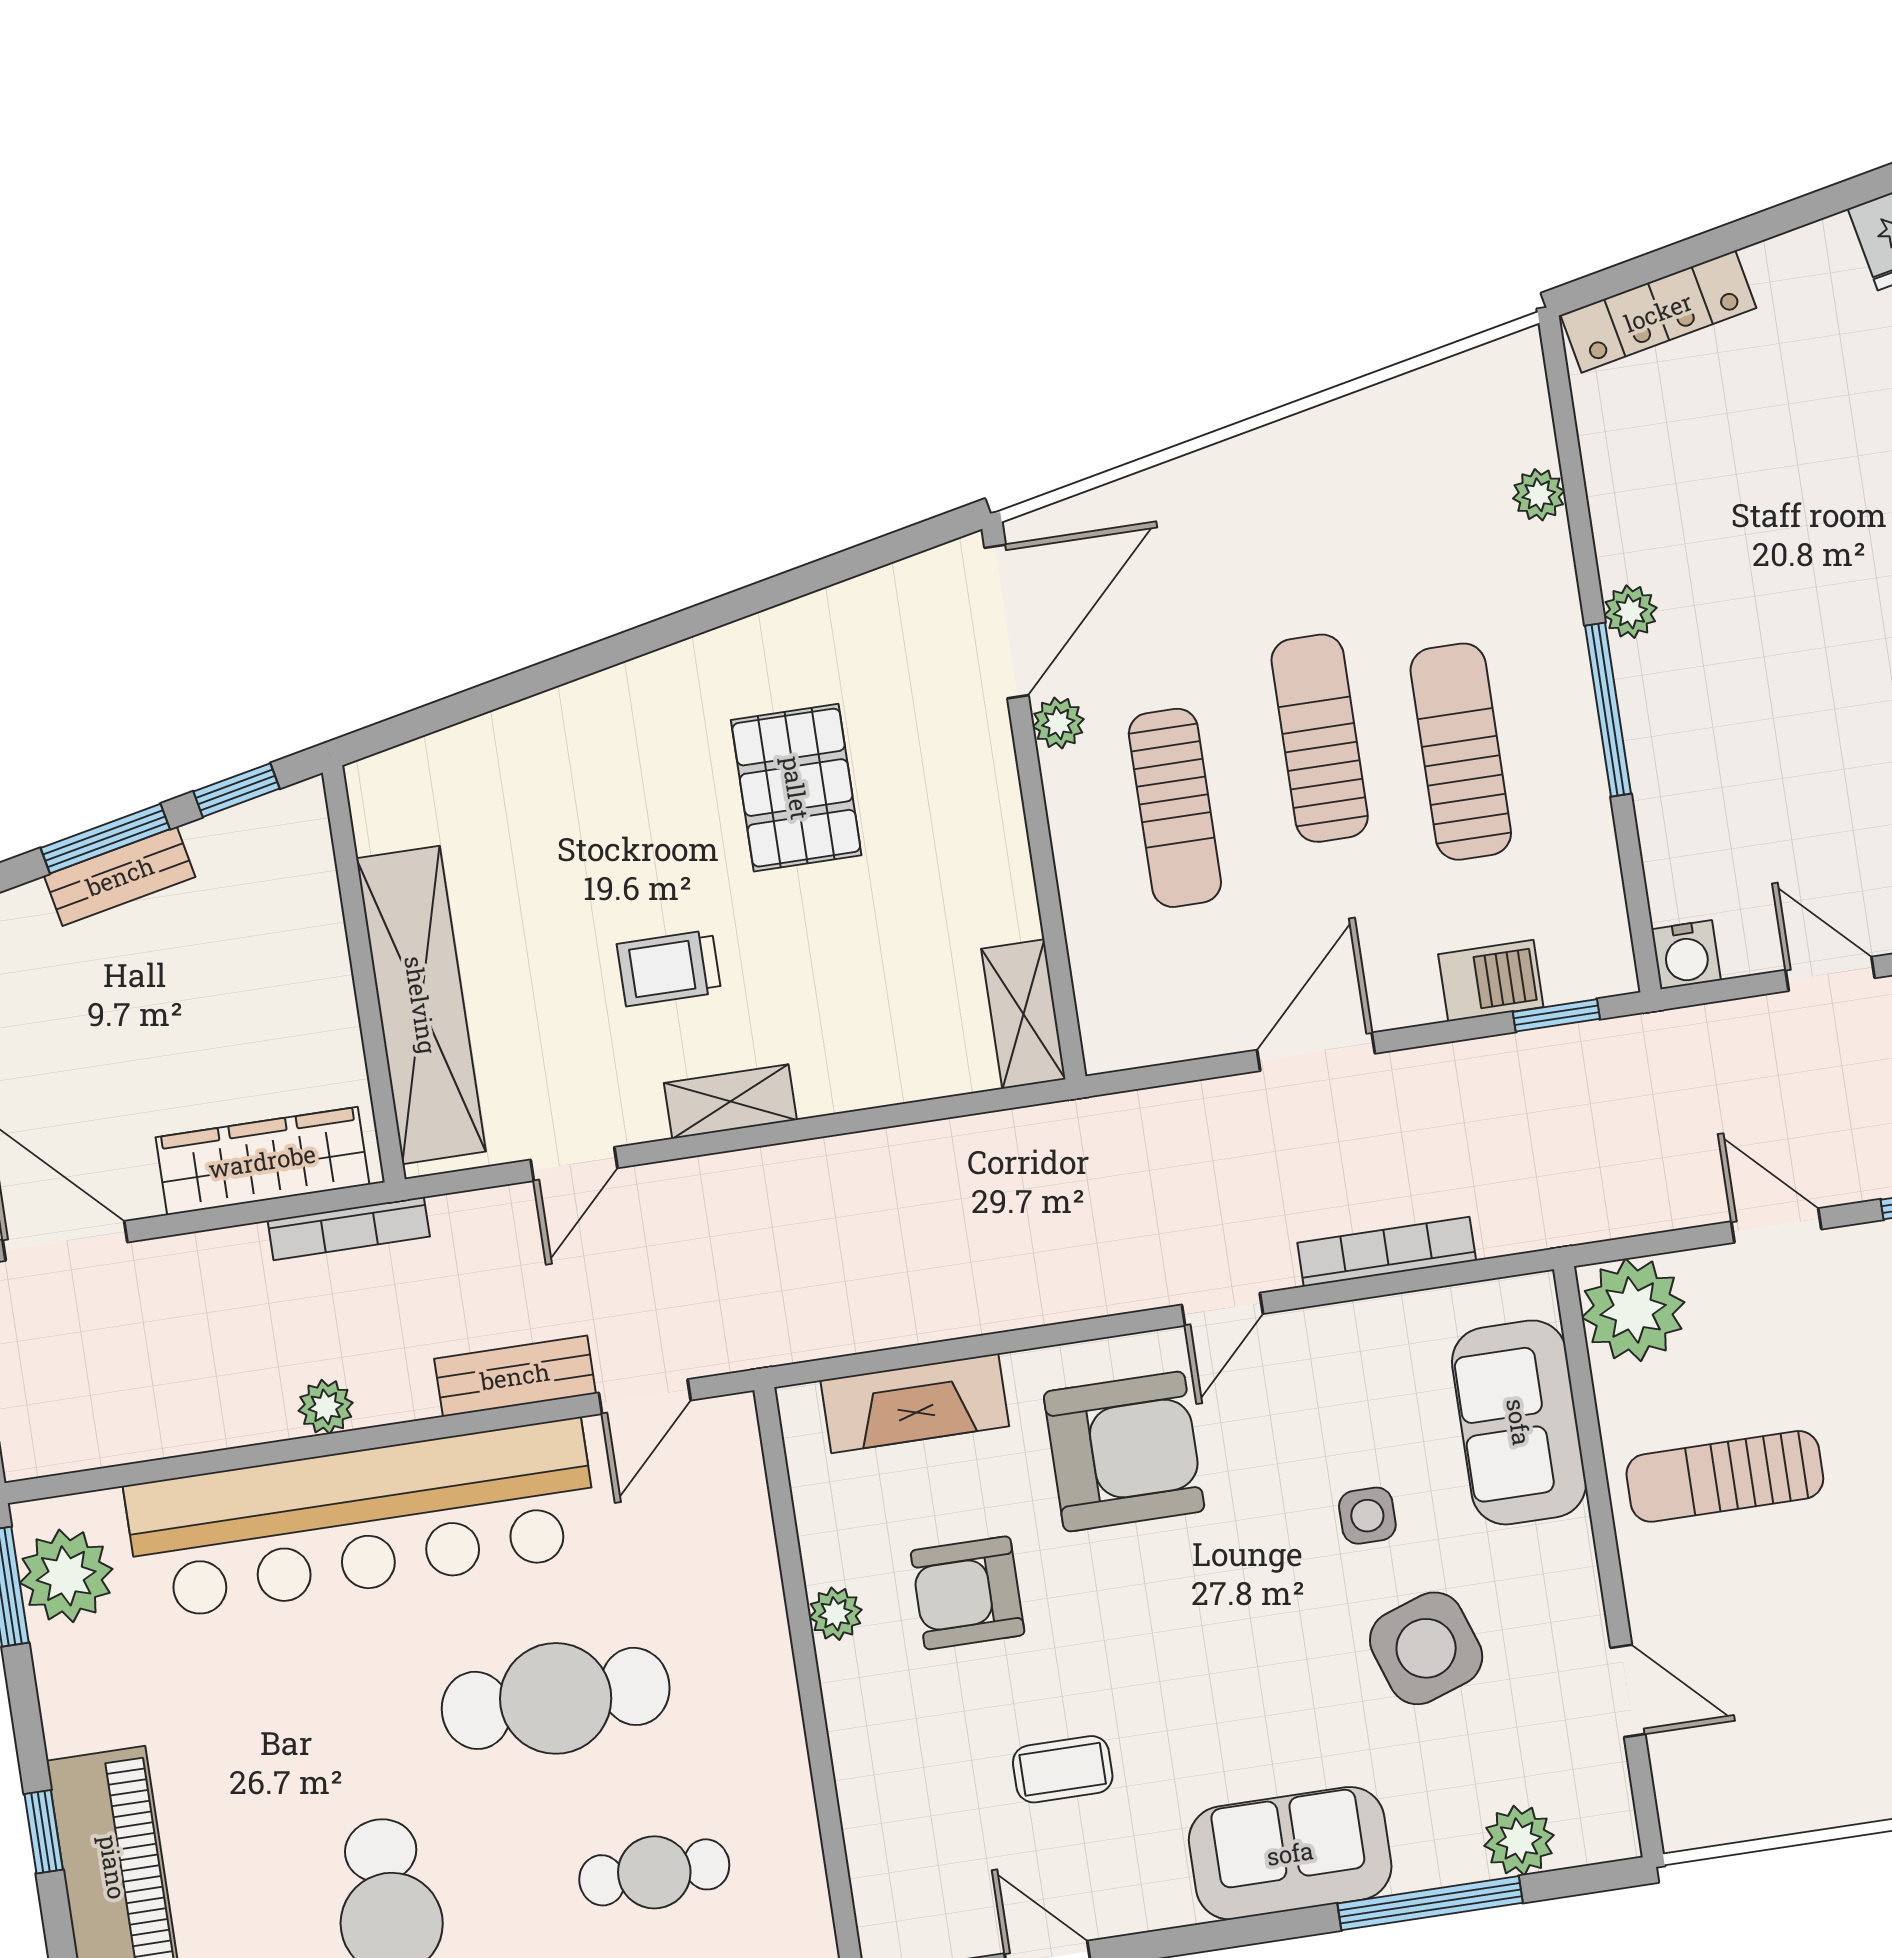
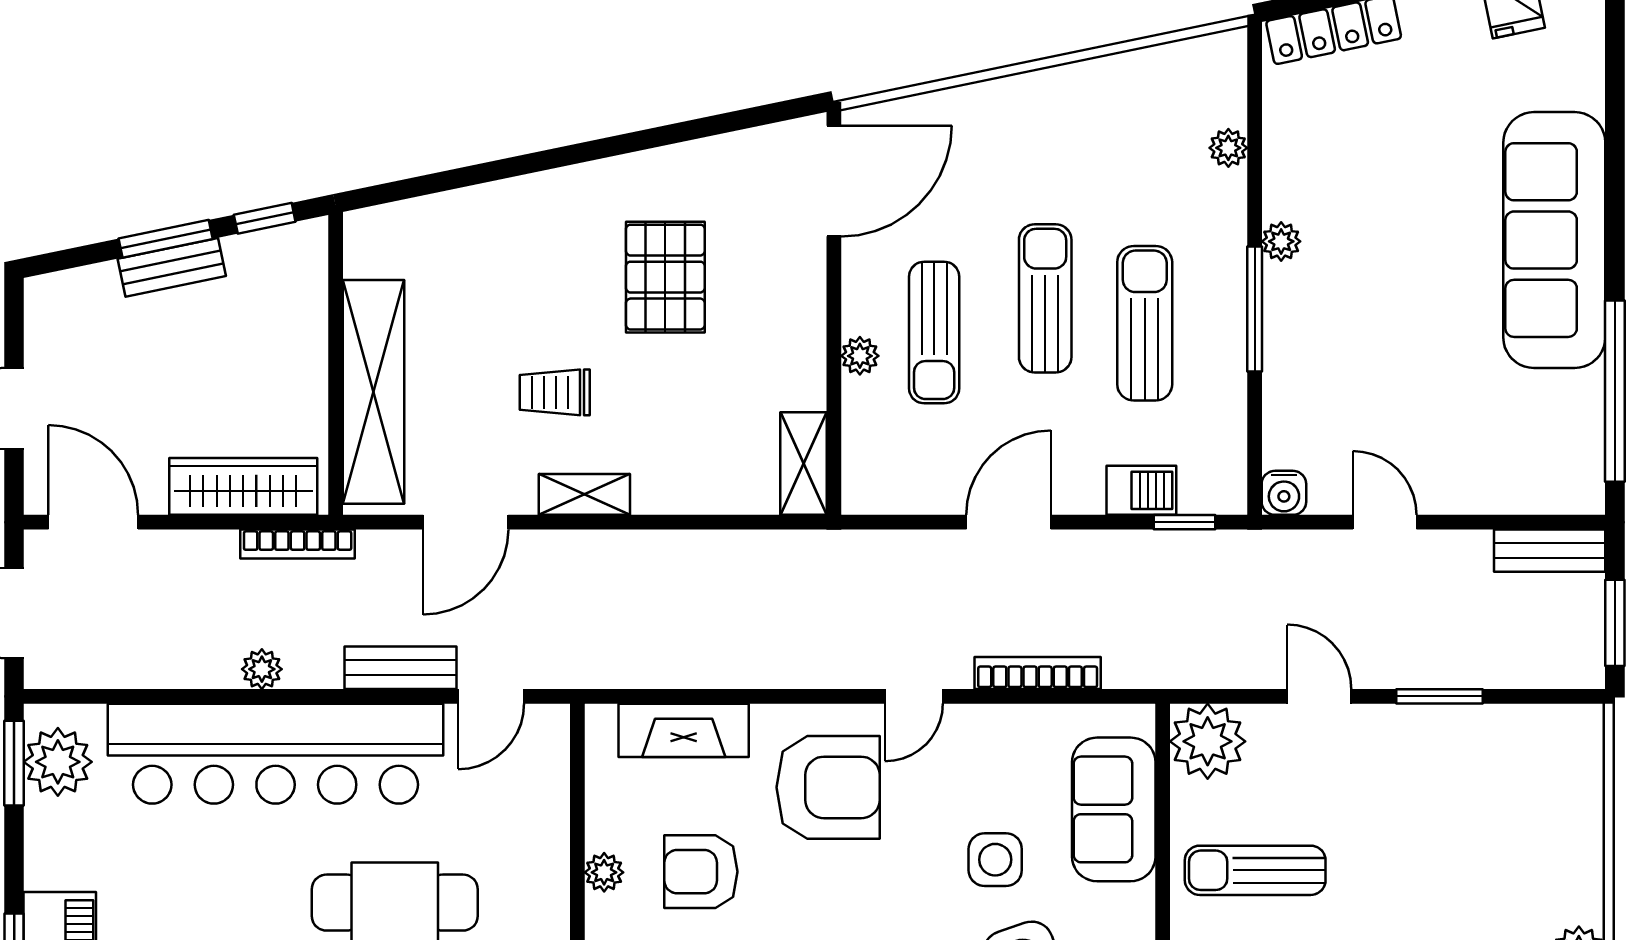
plant: (1058, 723) -> (860, 356), moved
door: (574, 1164) -> (466, 522), width x1.37
side table: (1367, 1516) -> (995, 860), width x1.37, depth x1.37

